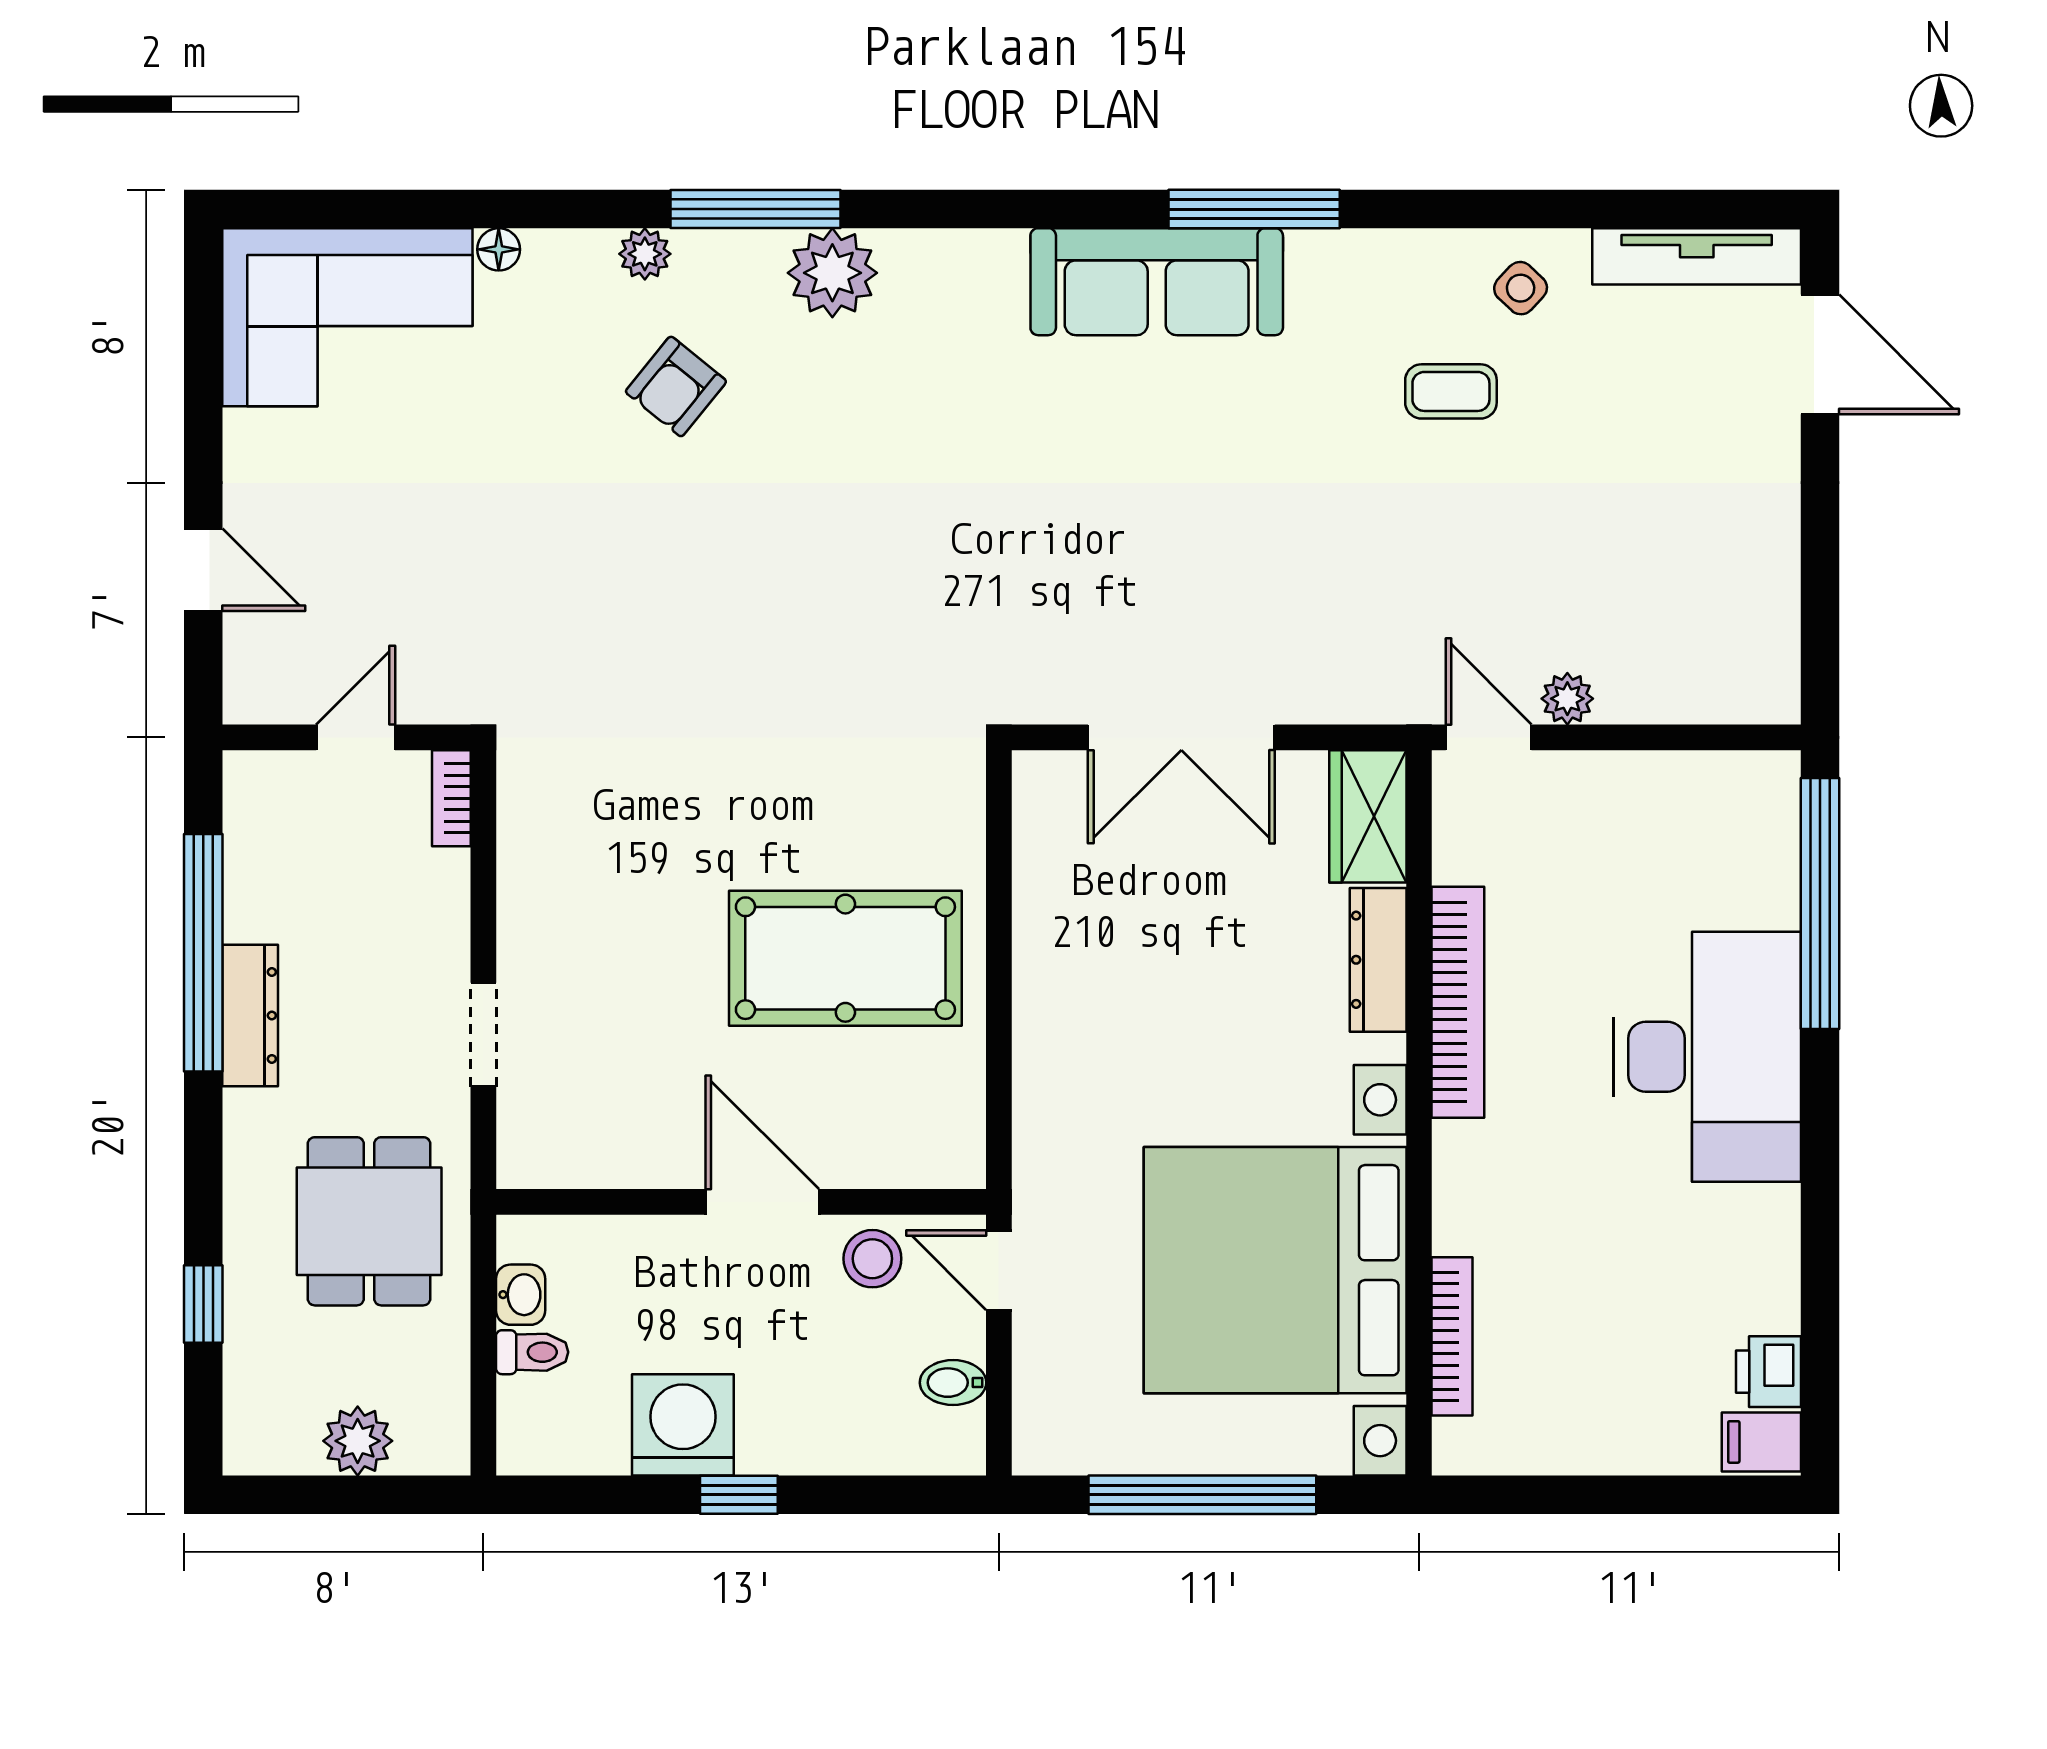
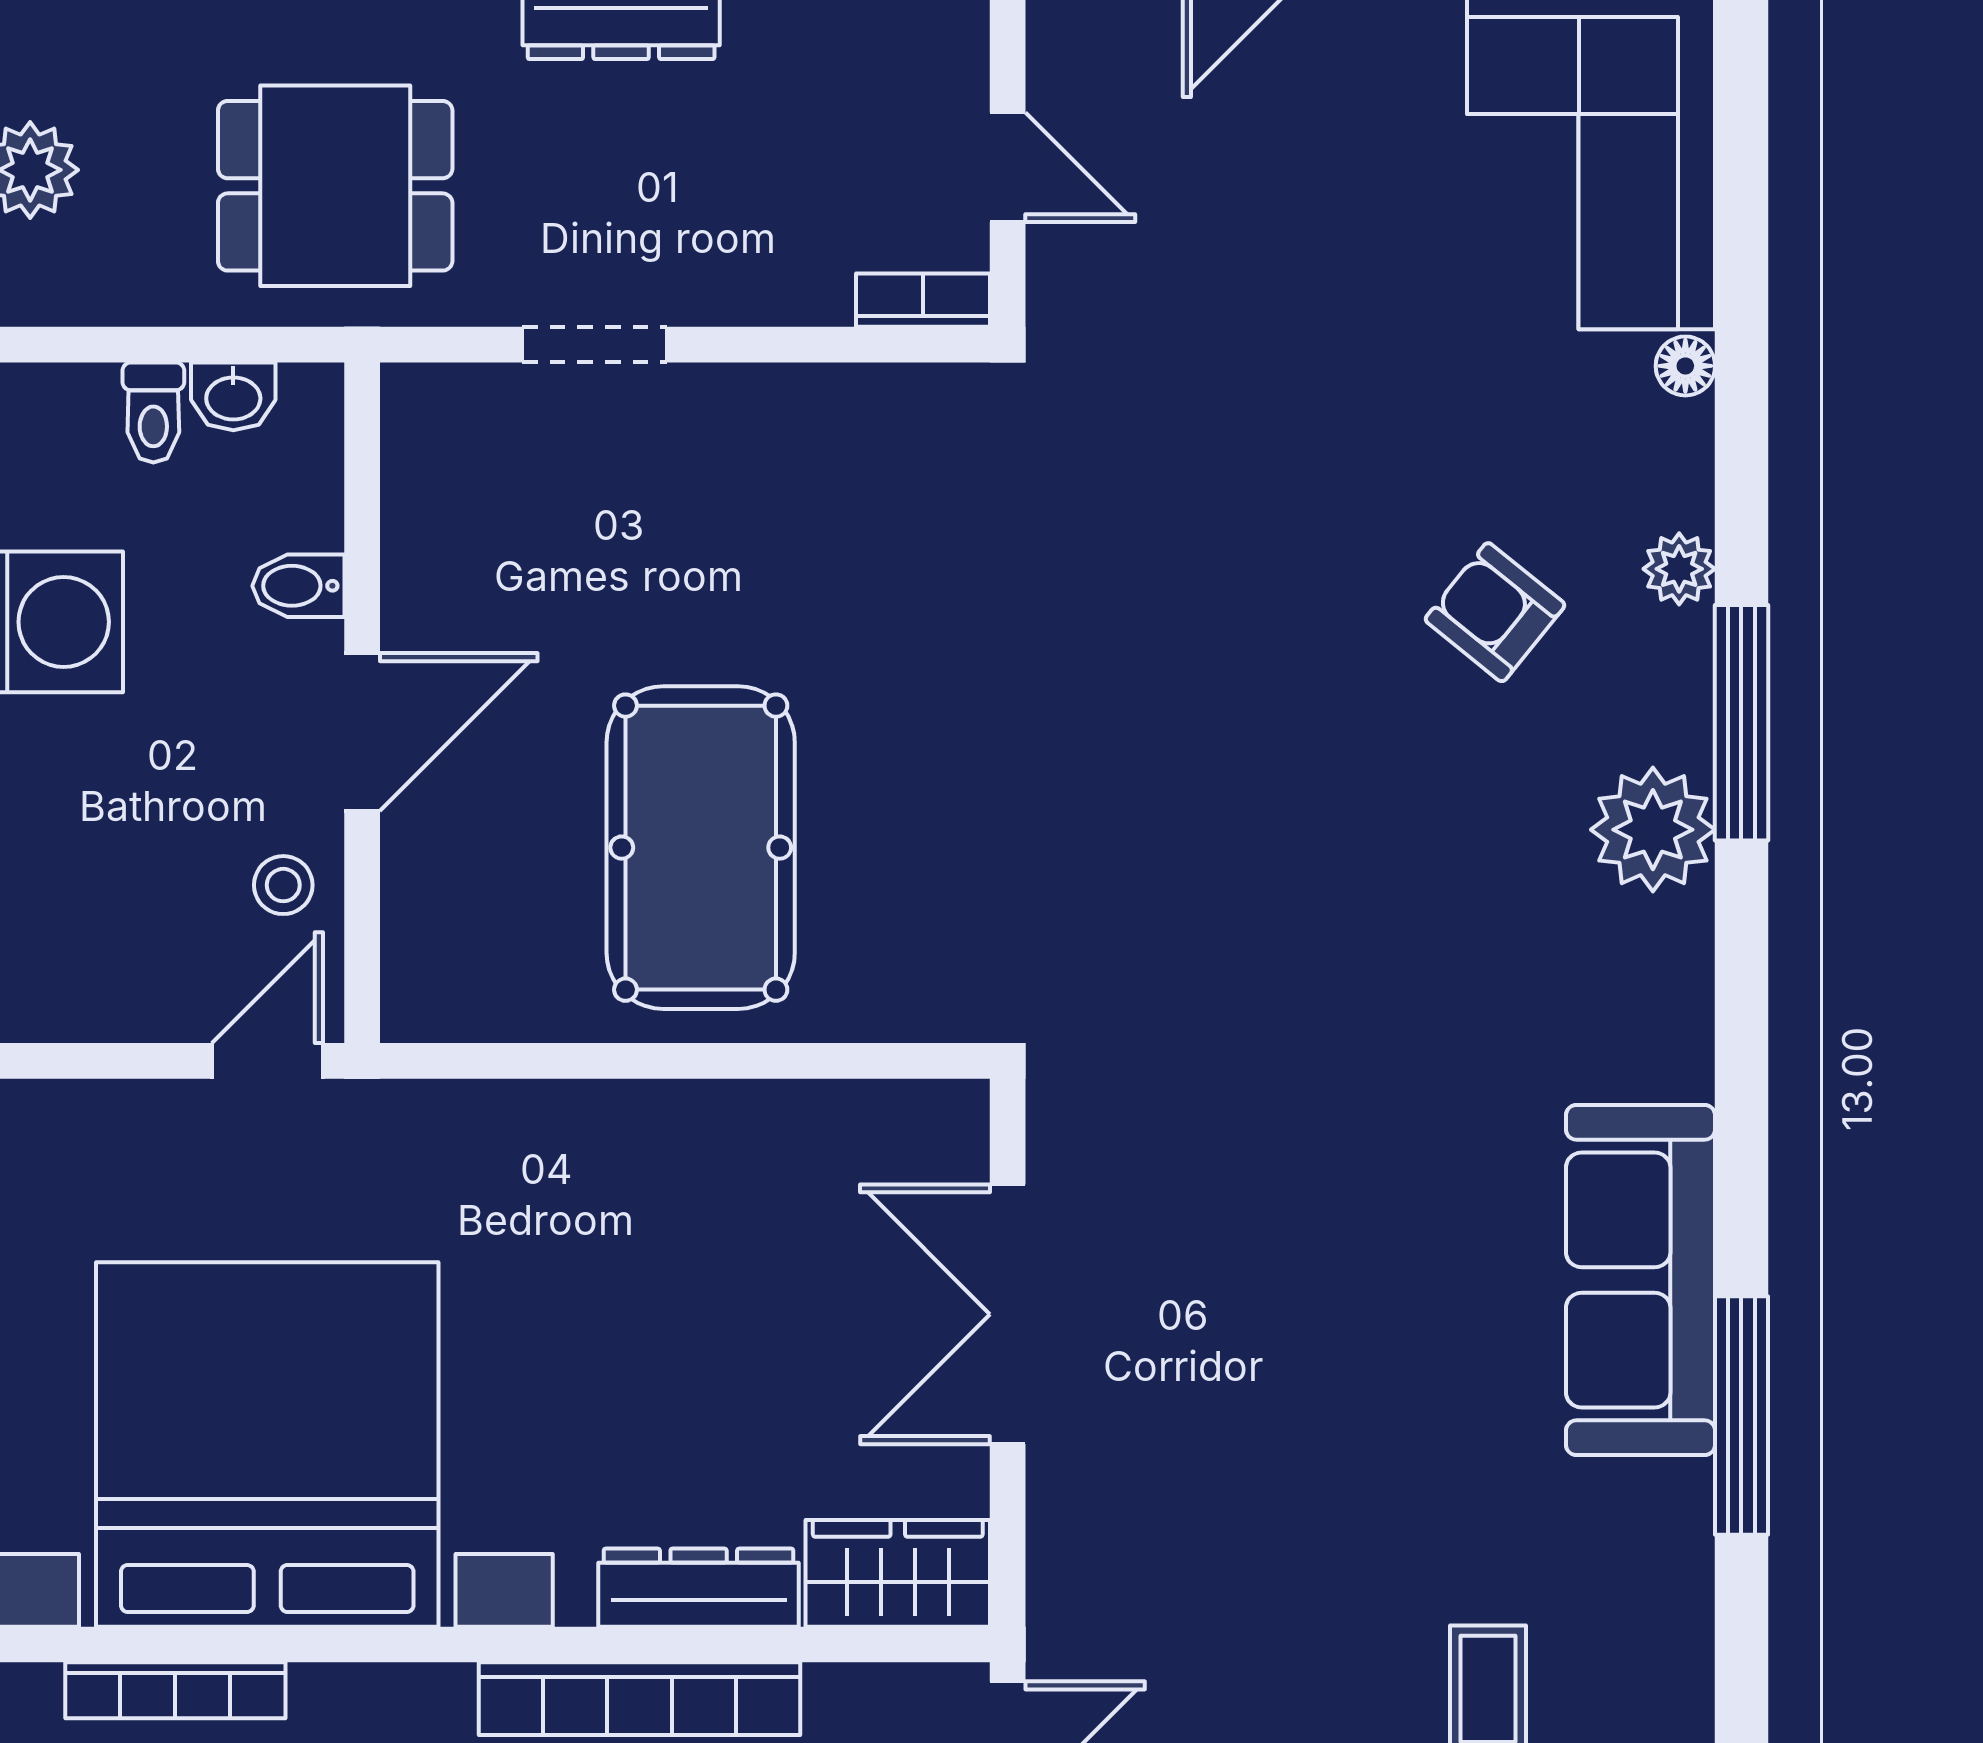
stool: (872, 1259) -> (283, 885), width x0.73, depth x0.73
bidet: (953, 1383) -> (298, 586), moved, turned -90

